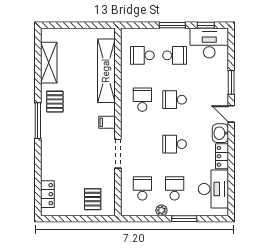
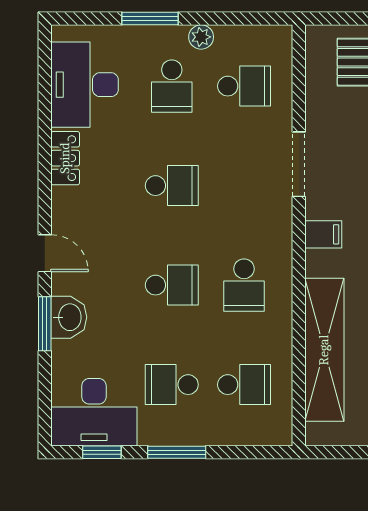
washbasin: (220, 133) -> (69, 317), moved
school desk: (142, 188) -> (244, 86), turned -90

